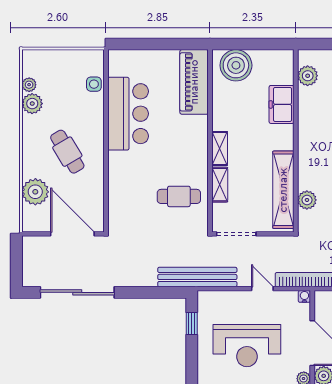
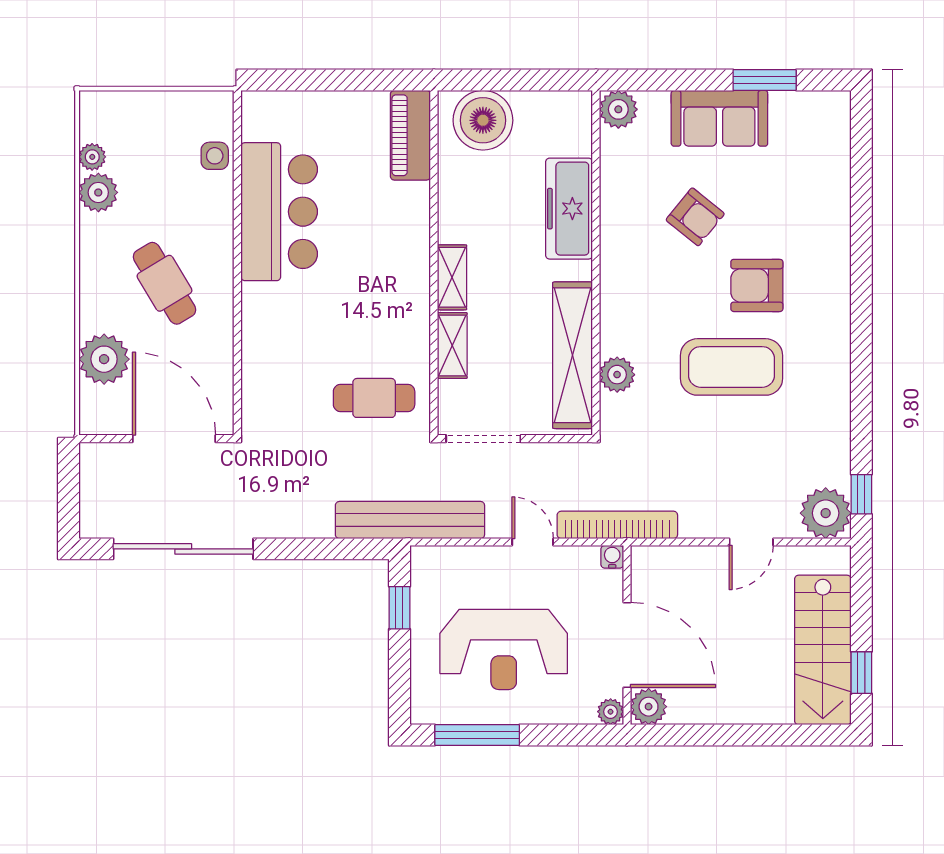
plant: (308, 76) -> (618, 109), moved
piano: (194, 82) -> (410, 135), width x0.73, depth x0.75
freezer: (282, 104) -> (569, 209), width x1.40
cafe table: (179, 196) -> (374, 398), moved

